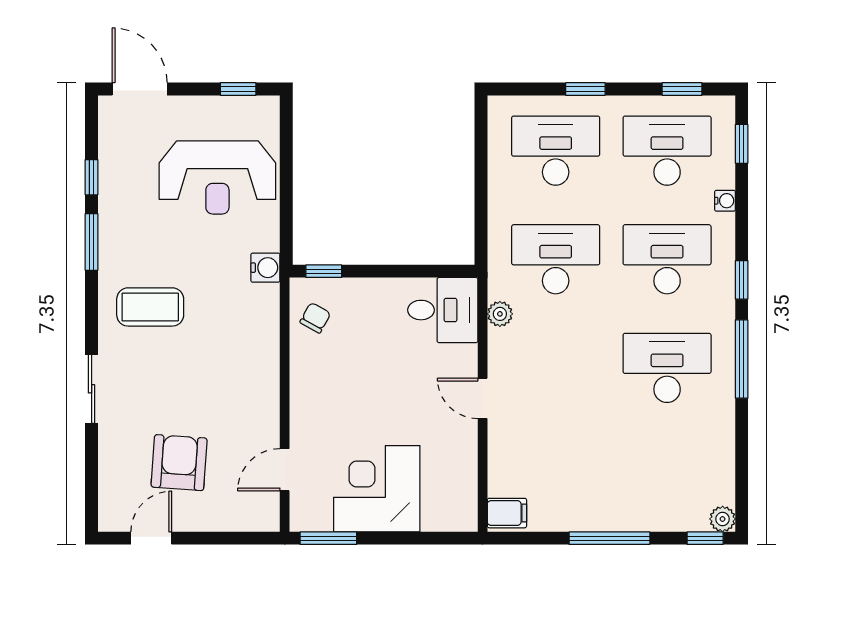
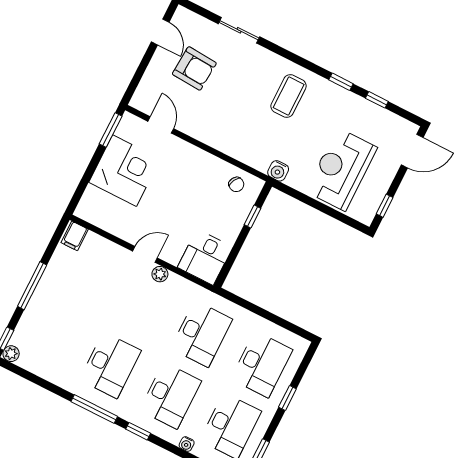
window: (92, 242) -> (341, 82), width x0.67
window: (324, 271) -> (253, 217), moved
plant: (500, 314) -> (160, 274), moved
sliding door: (92, 389) -> (239, 30), moved

